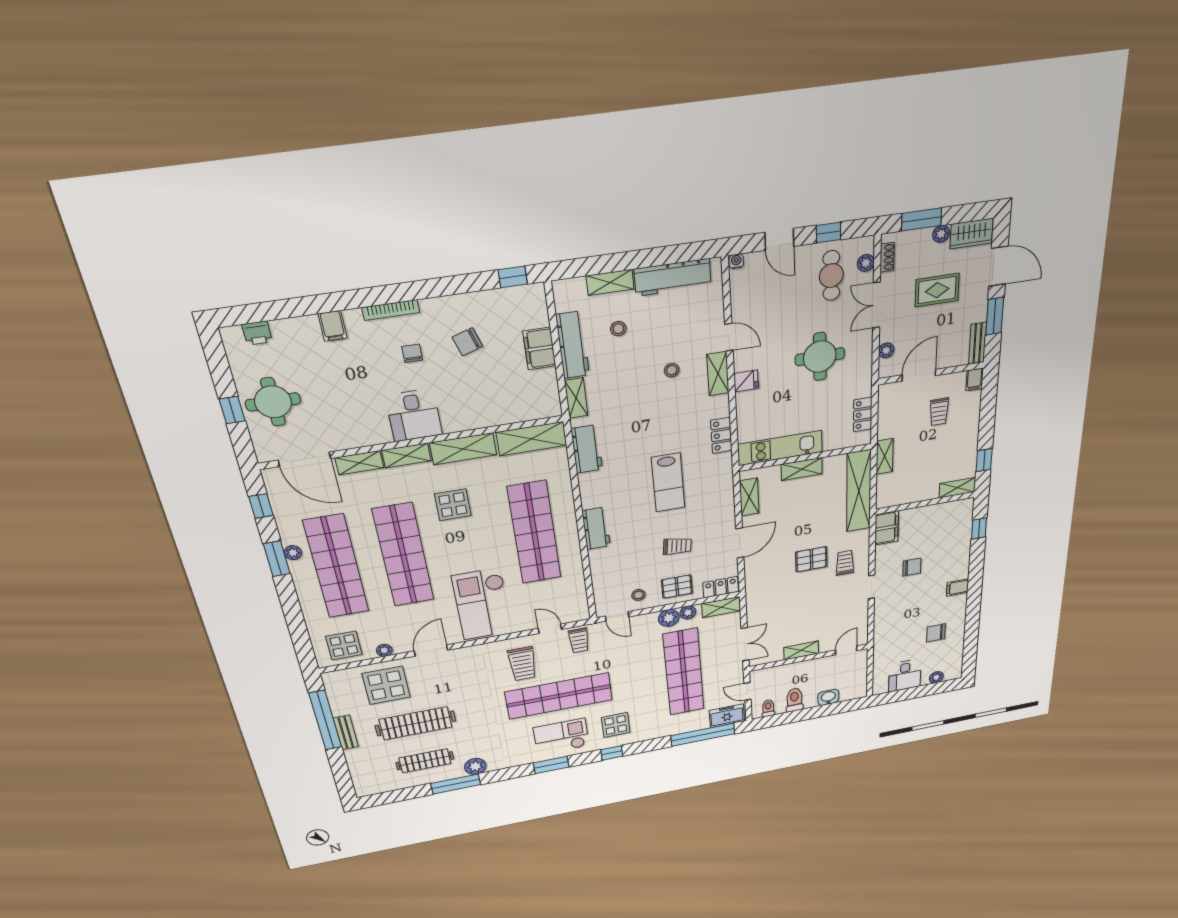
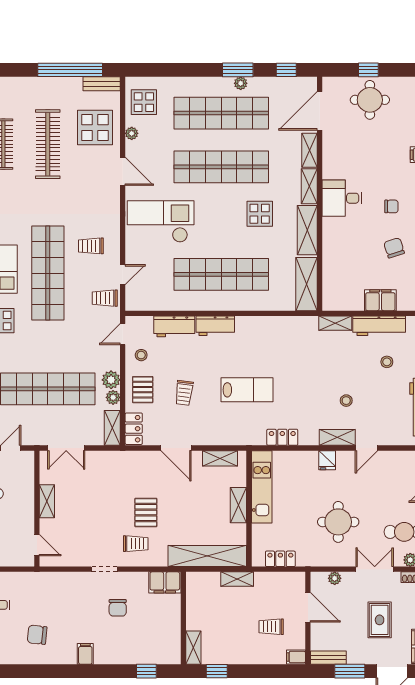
workbench: (587, 449) -> (174, 326), moved
lab bench: (668, 483) -> (247, 390), turned 180
chair: (936, 633) -> (37, 635), turned -84
trolley: (522, 664) -> (91, 246), width x0.73, depth x0.72
bench: (346, 732) -> (102, 84), moved

